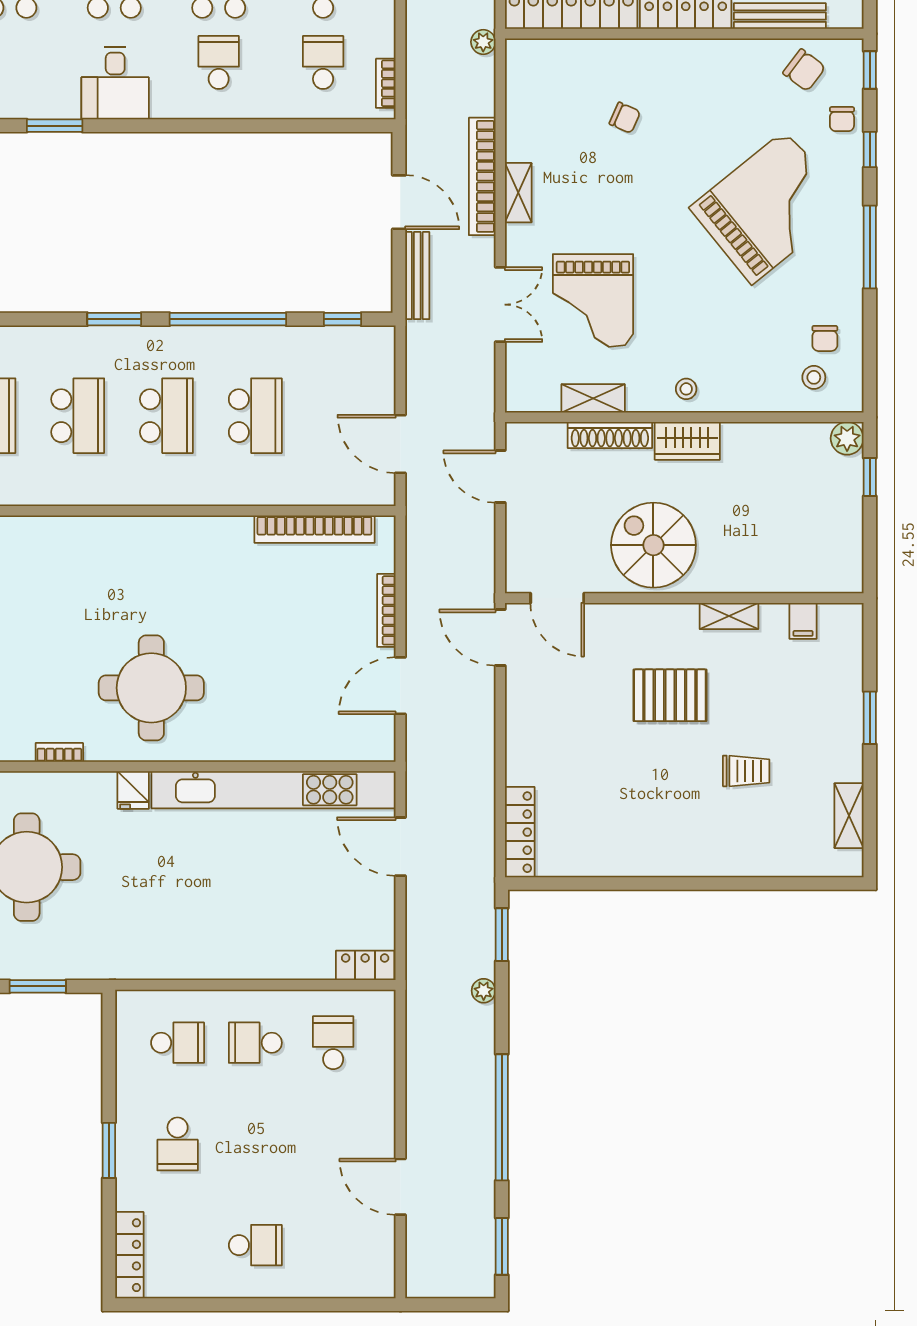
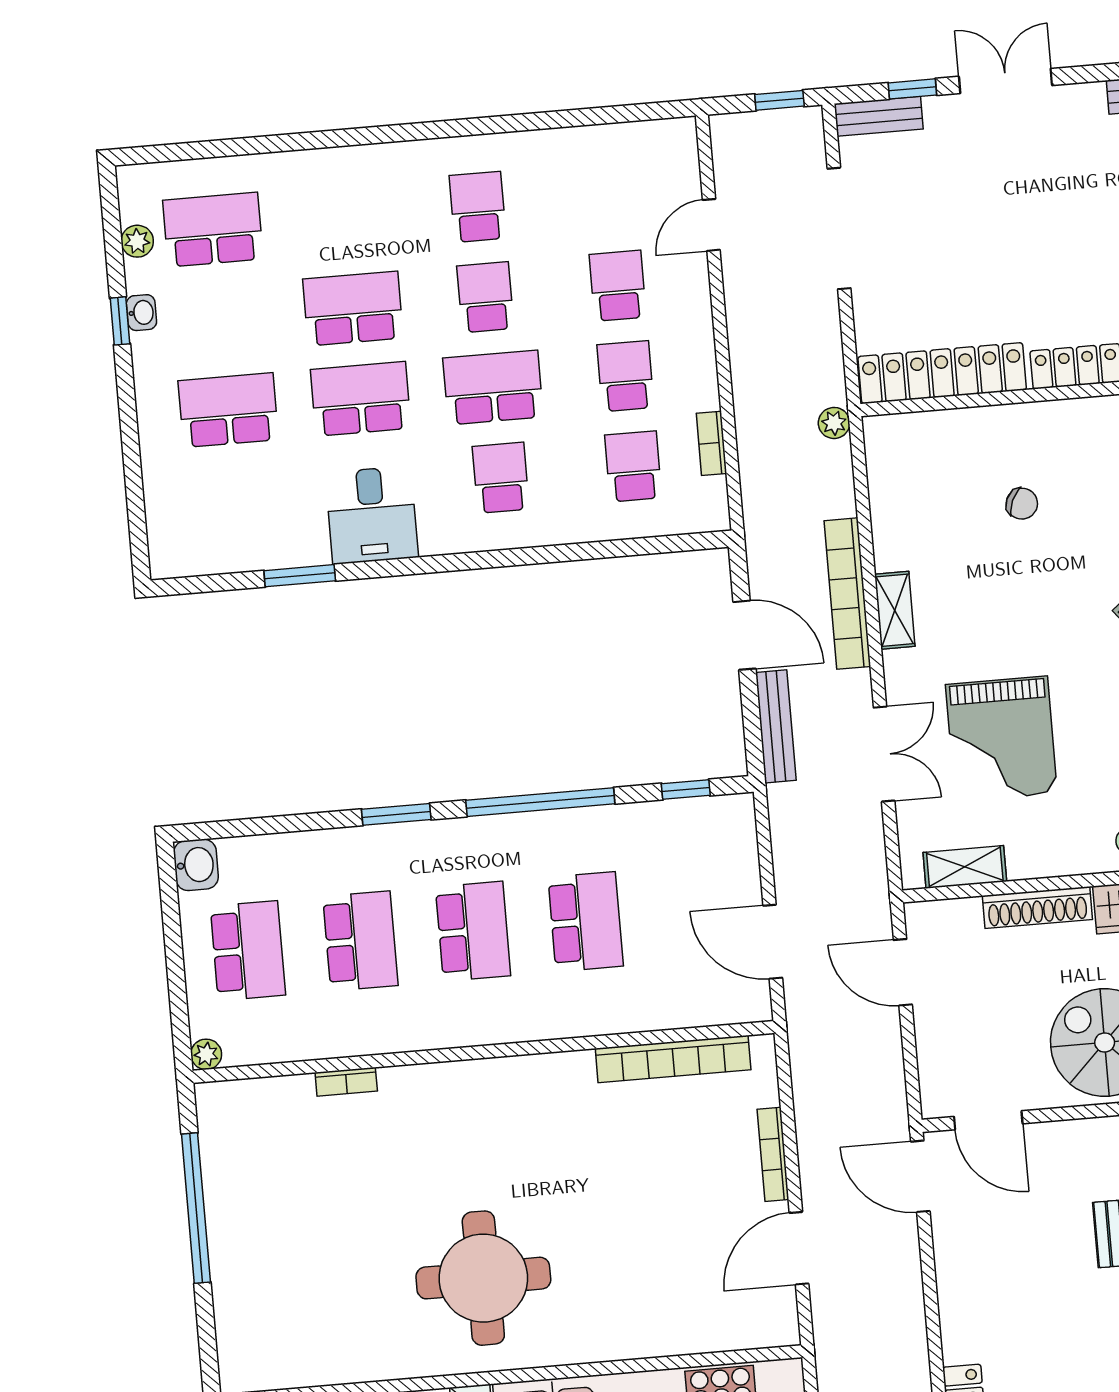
bookcase: (386, 83) -> (711, 443), moved
shelving: (593, 398) -> (965, 867), moved
bookcase: (59, 752) -> (346, 1082), moved, turned 180

